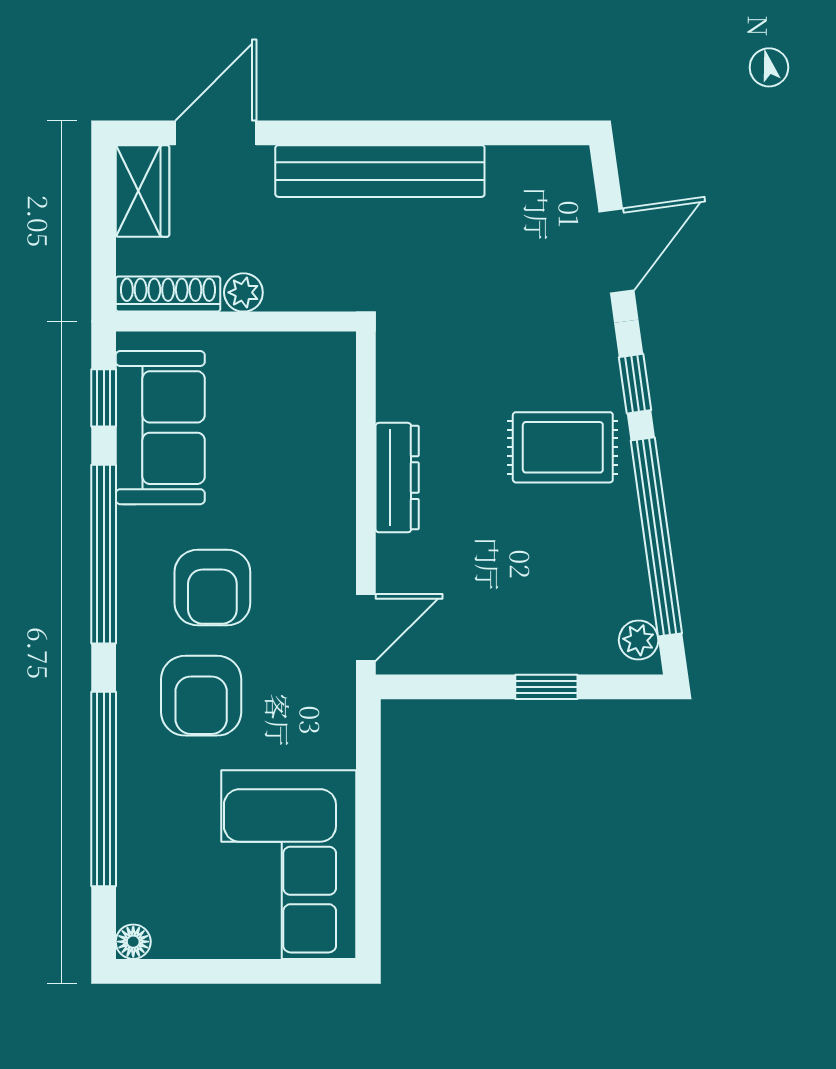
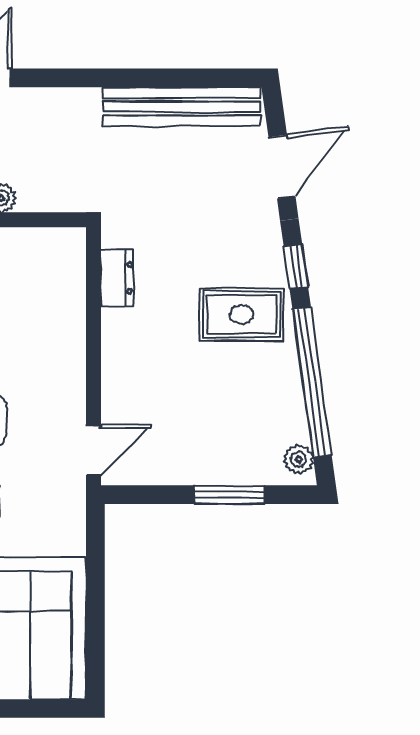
bench: (380, 171) -> (182, 107), moved
dresser: (397, 478) -> (117, 278), moved, width x0.70
window: (546, 687) -> (229, 495), width x1.50

